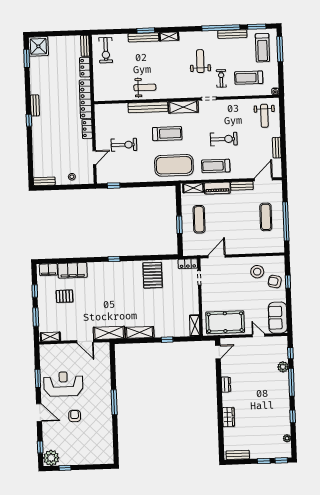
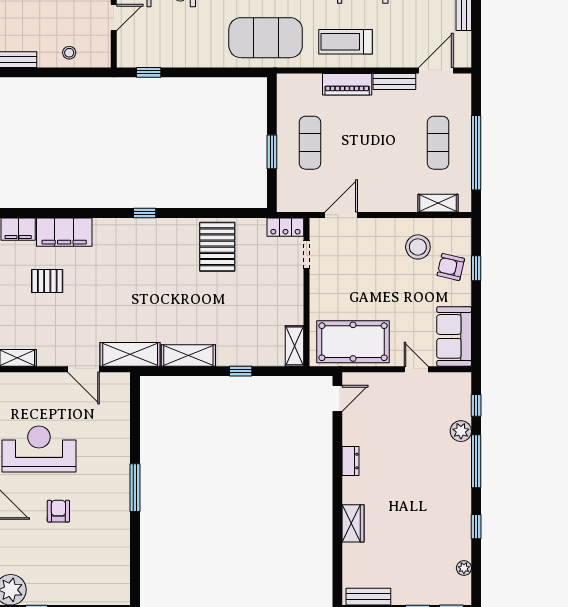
shelving: (193, 188) -> (438, 203), moved

